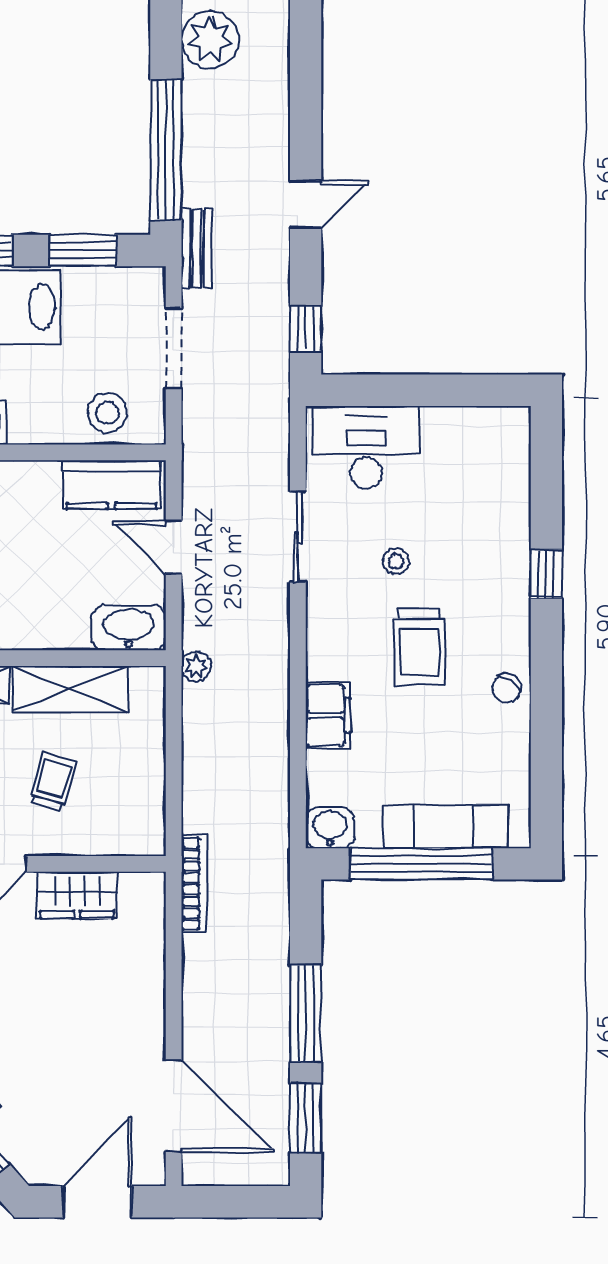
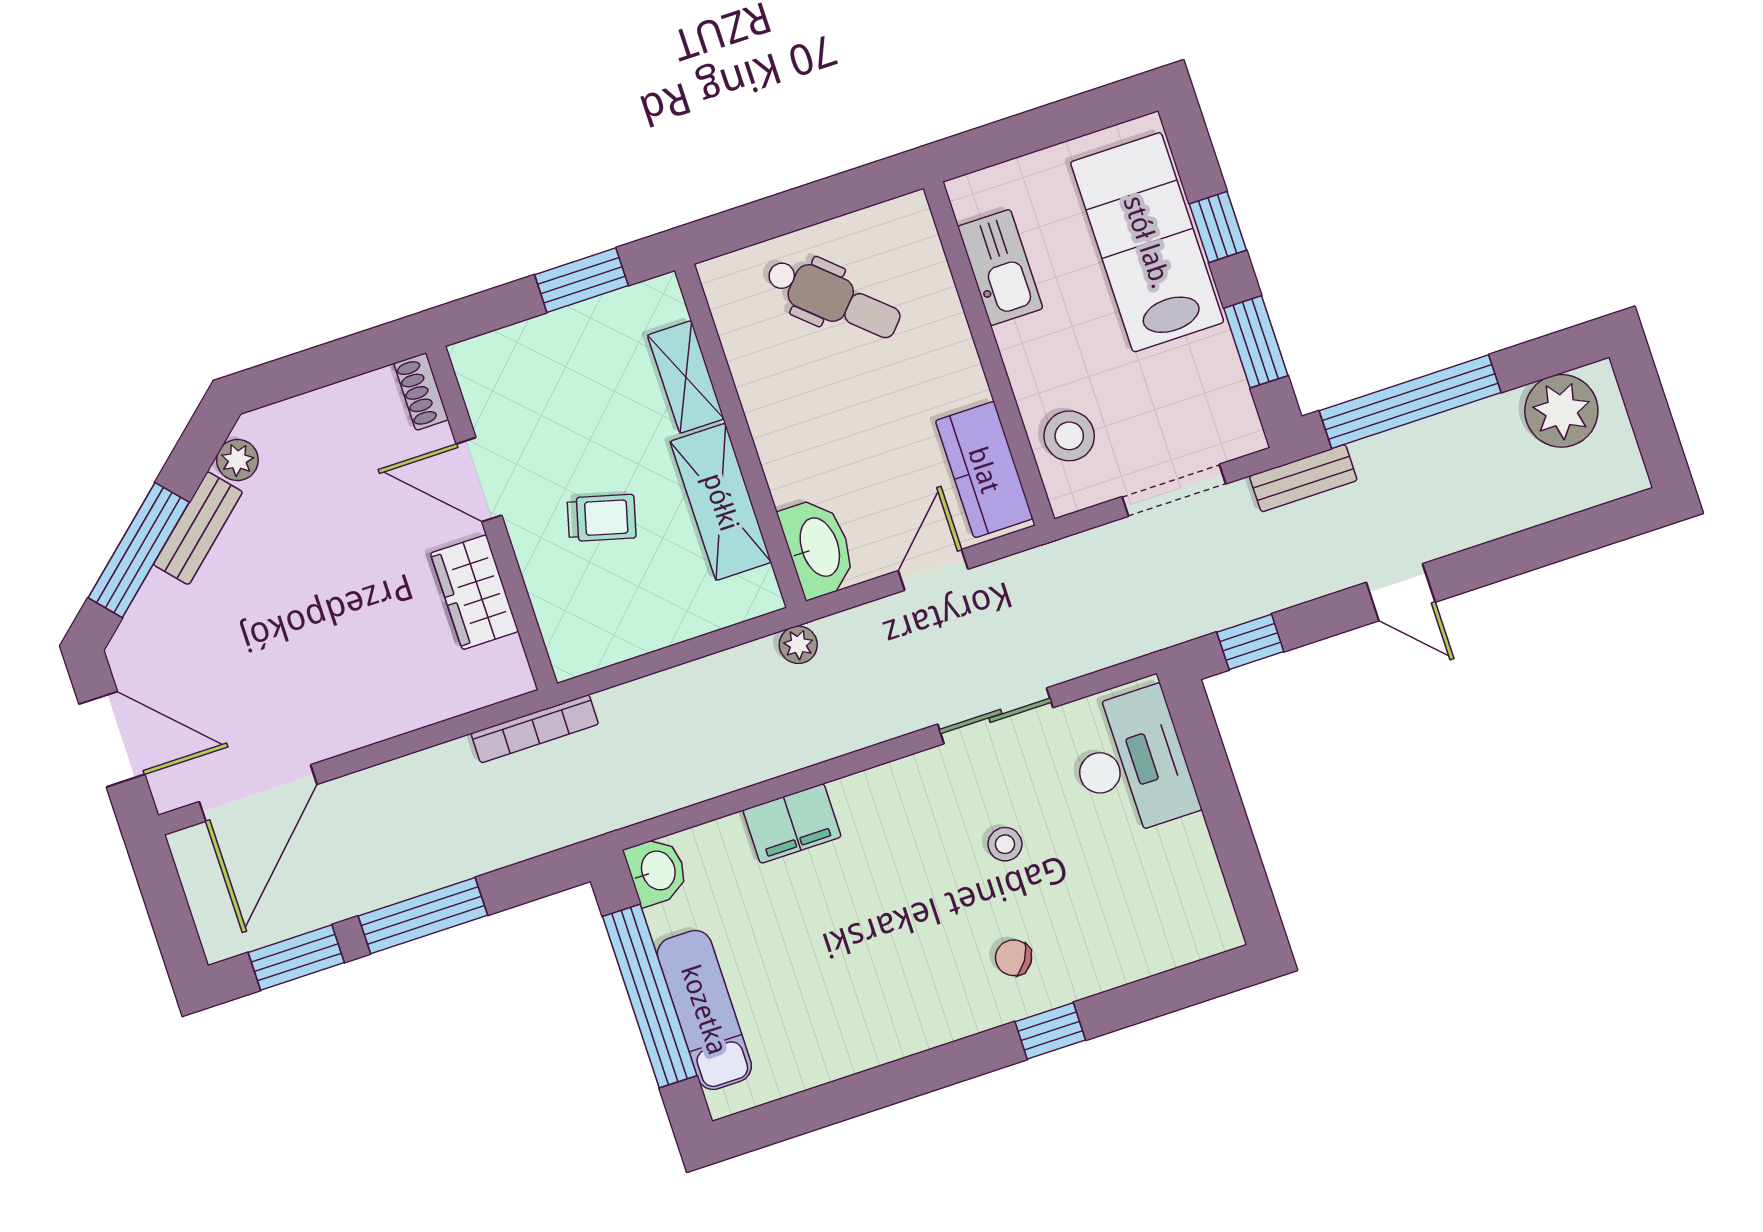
trolley: (419, 647) -> (911, 906), removed
chair: (507, 688) -> (1014, 958), moved

